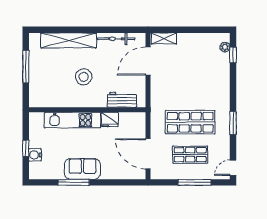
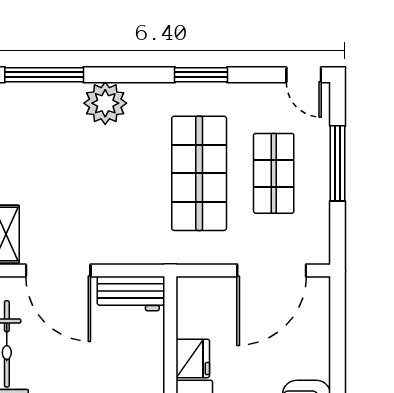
plant: (225, 47) -> (105, 103), moved, width x1.88, depth x1.88
window: (233, 55) -> (44, 75), width x2.17
workbench: (122, 100) -> (131, 294), moved, turned -90

